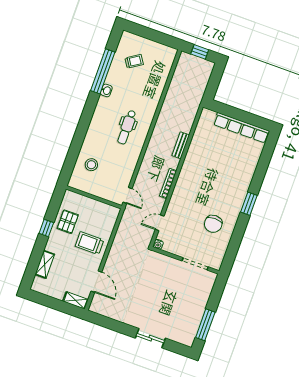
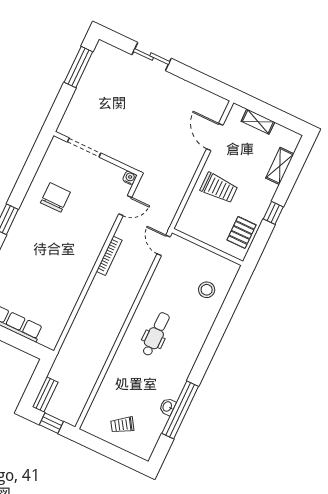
trolley: (134, 61) -> (122, 425), moved
washbasin: (106, 90) -> (168, 407), moved
bench: (181, 145) -> (45, 394), moved
pallet: (68, 222) -> (242, 232), moved
shelving: (76, 300) -> (258, 122), moved

